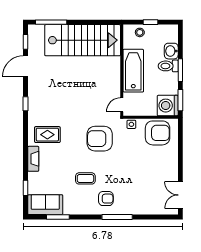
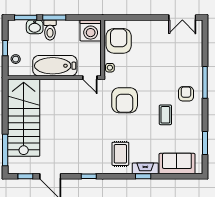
window: (180, 100) -> (26, 17), moved
window: (25, 188) -> (143, 176), moved
sofa: (45, 205) -> (177, 164), moved, turned 90

